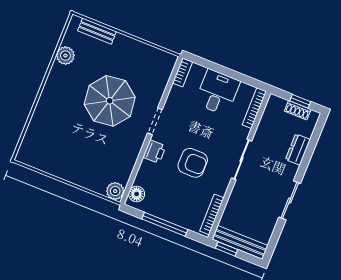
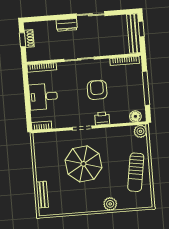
plant: (65, 56) -> (110, 204), moved
dresser: (298, 149) -> (67, 25), moved
sun lounger: (67, 160) -> (136, 172), added
window: (226, 249) -> (141, 29), moved

